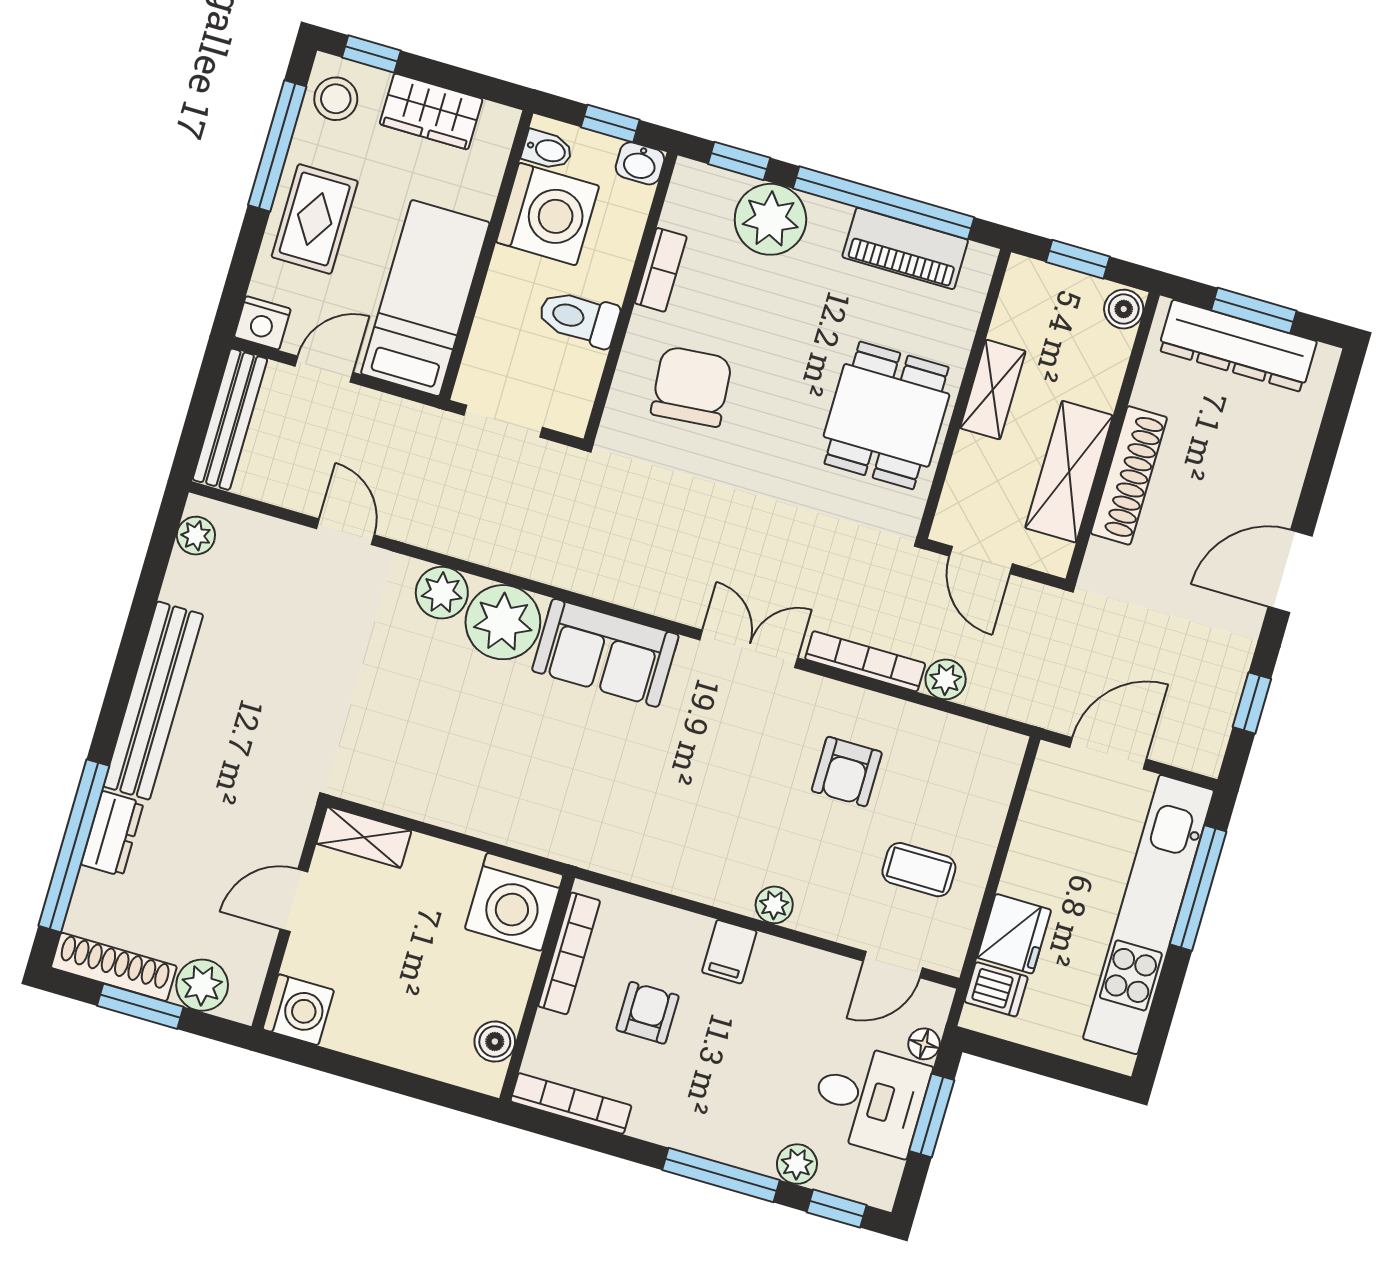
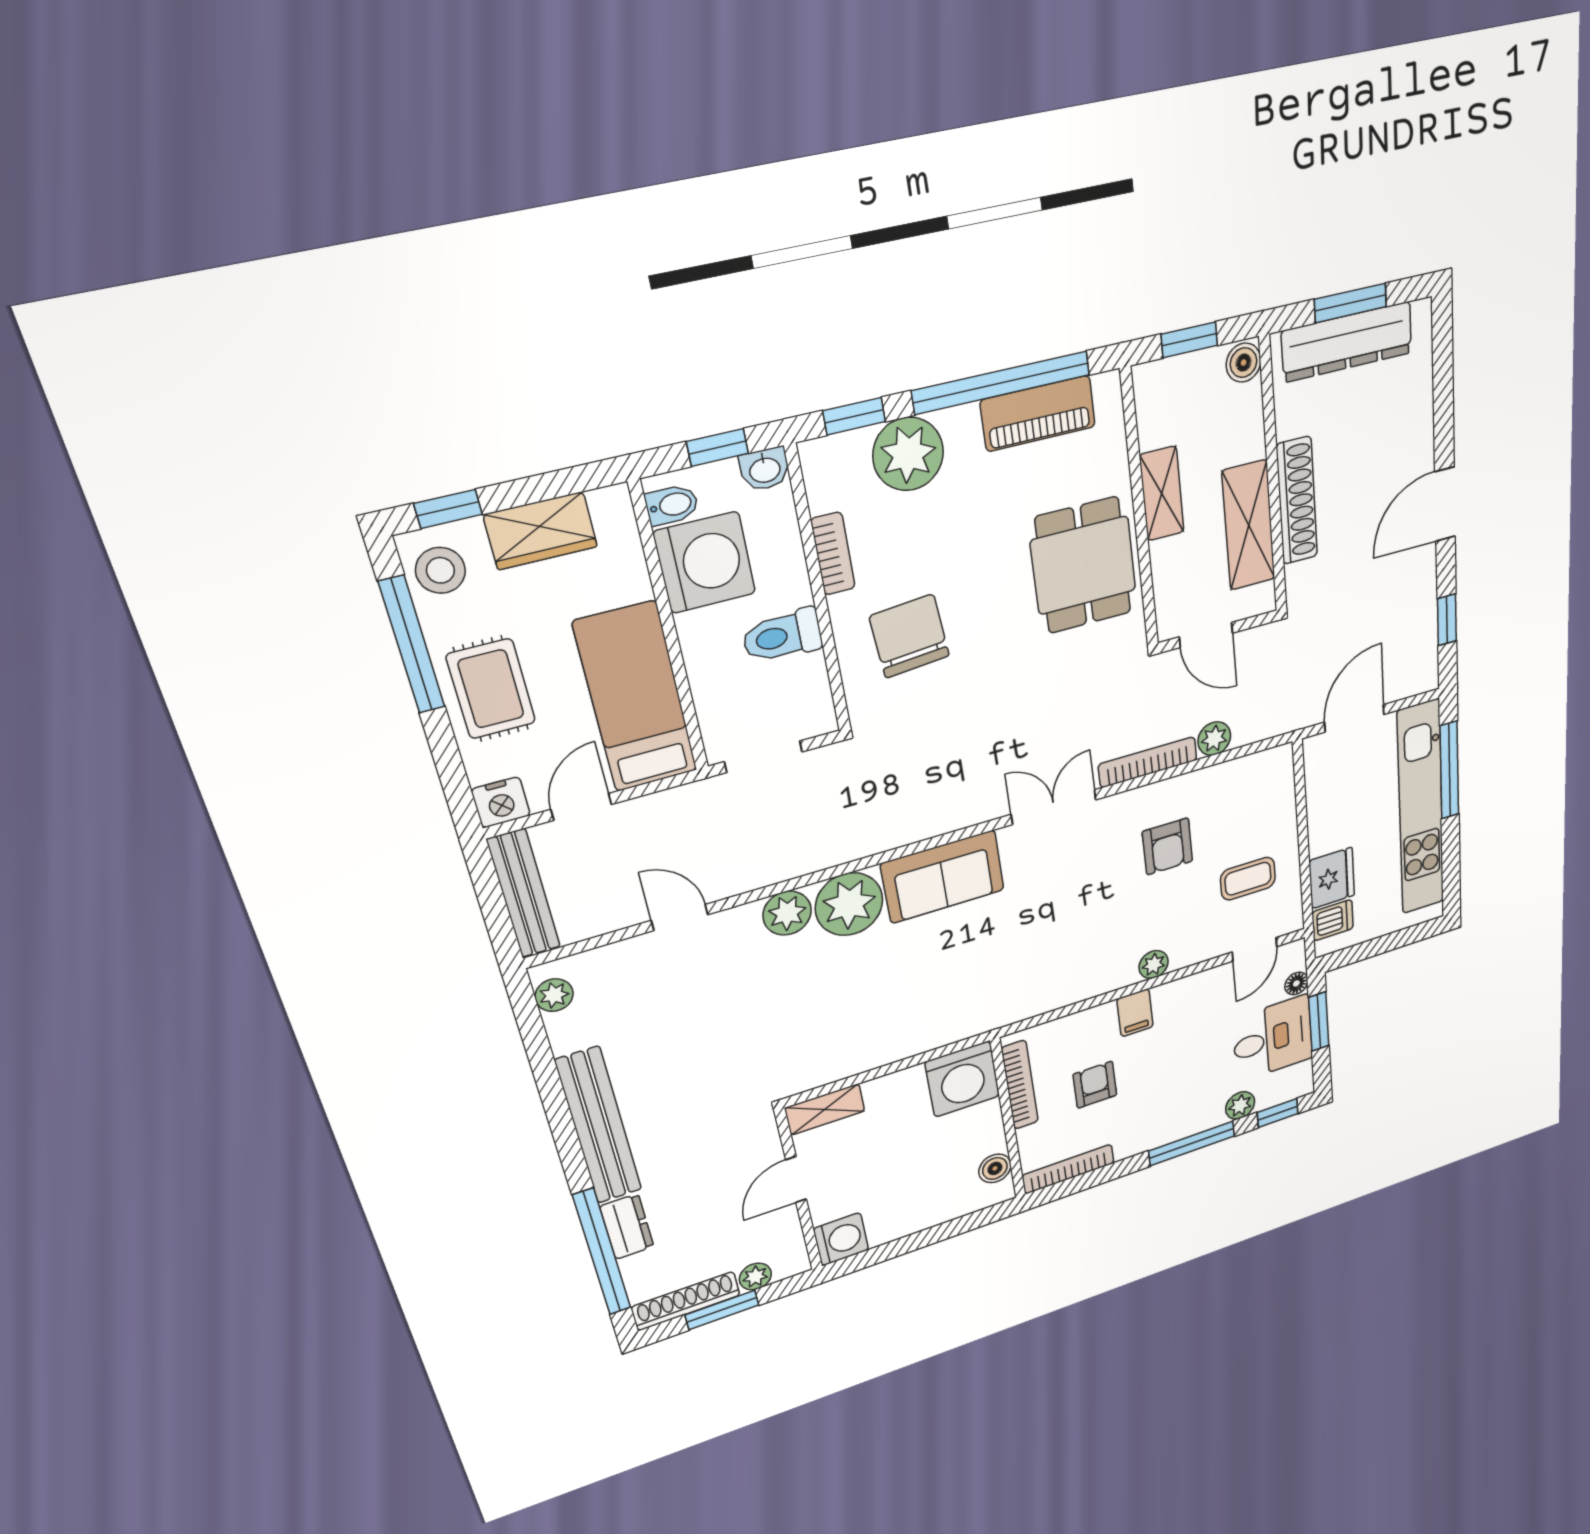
plant: (202, 985) -> (755, 1277), width x0.73, depth x0.73

